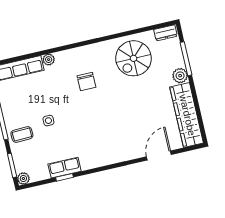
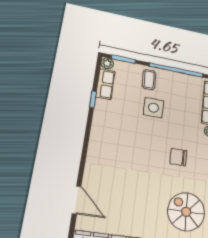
side table: (48, 121) -> (154, 108), width x1.87, depth x1.87
row of seats: (65, 168) -> (105, 84), moved

